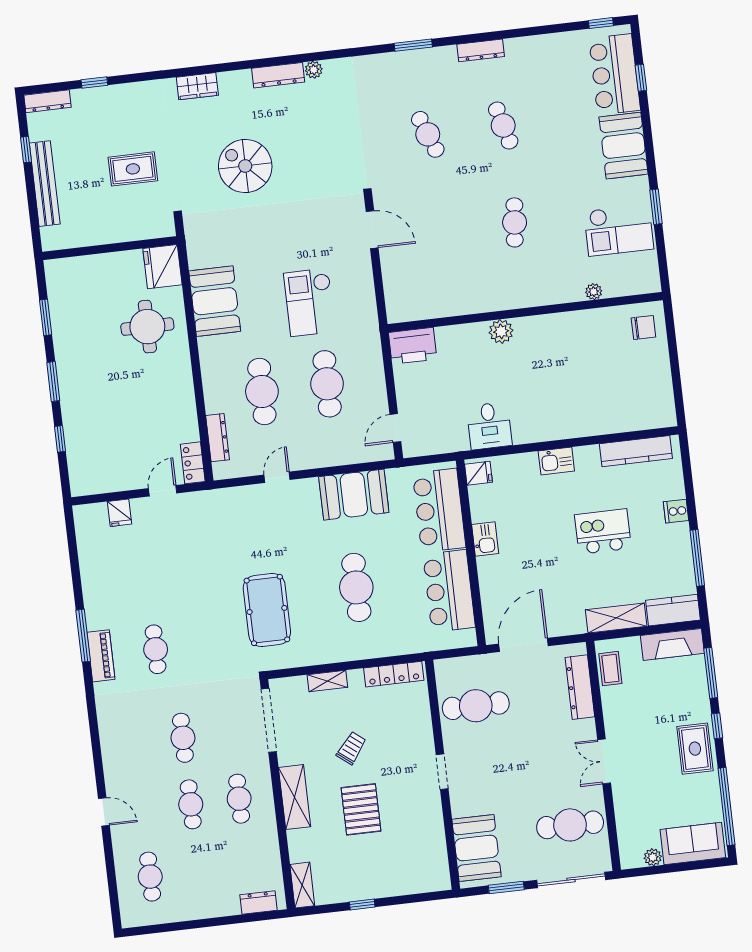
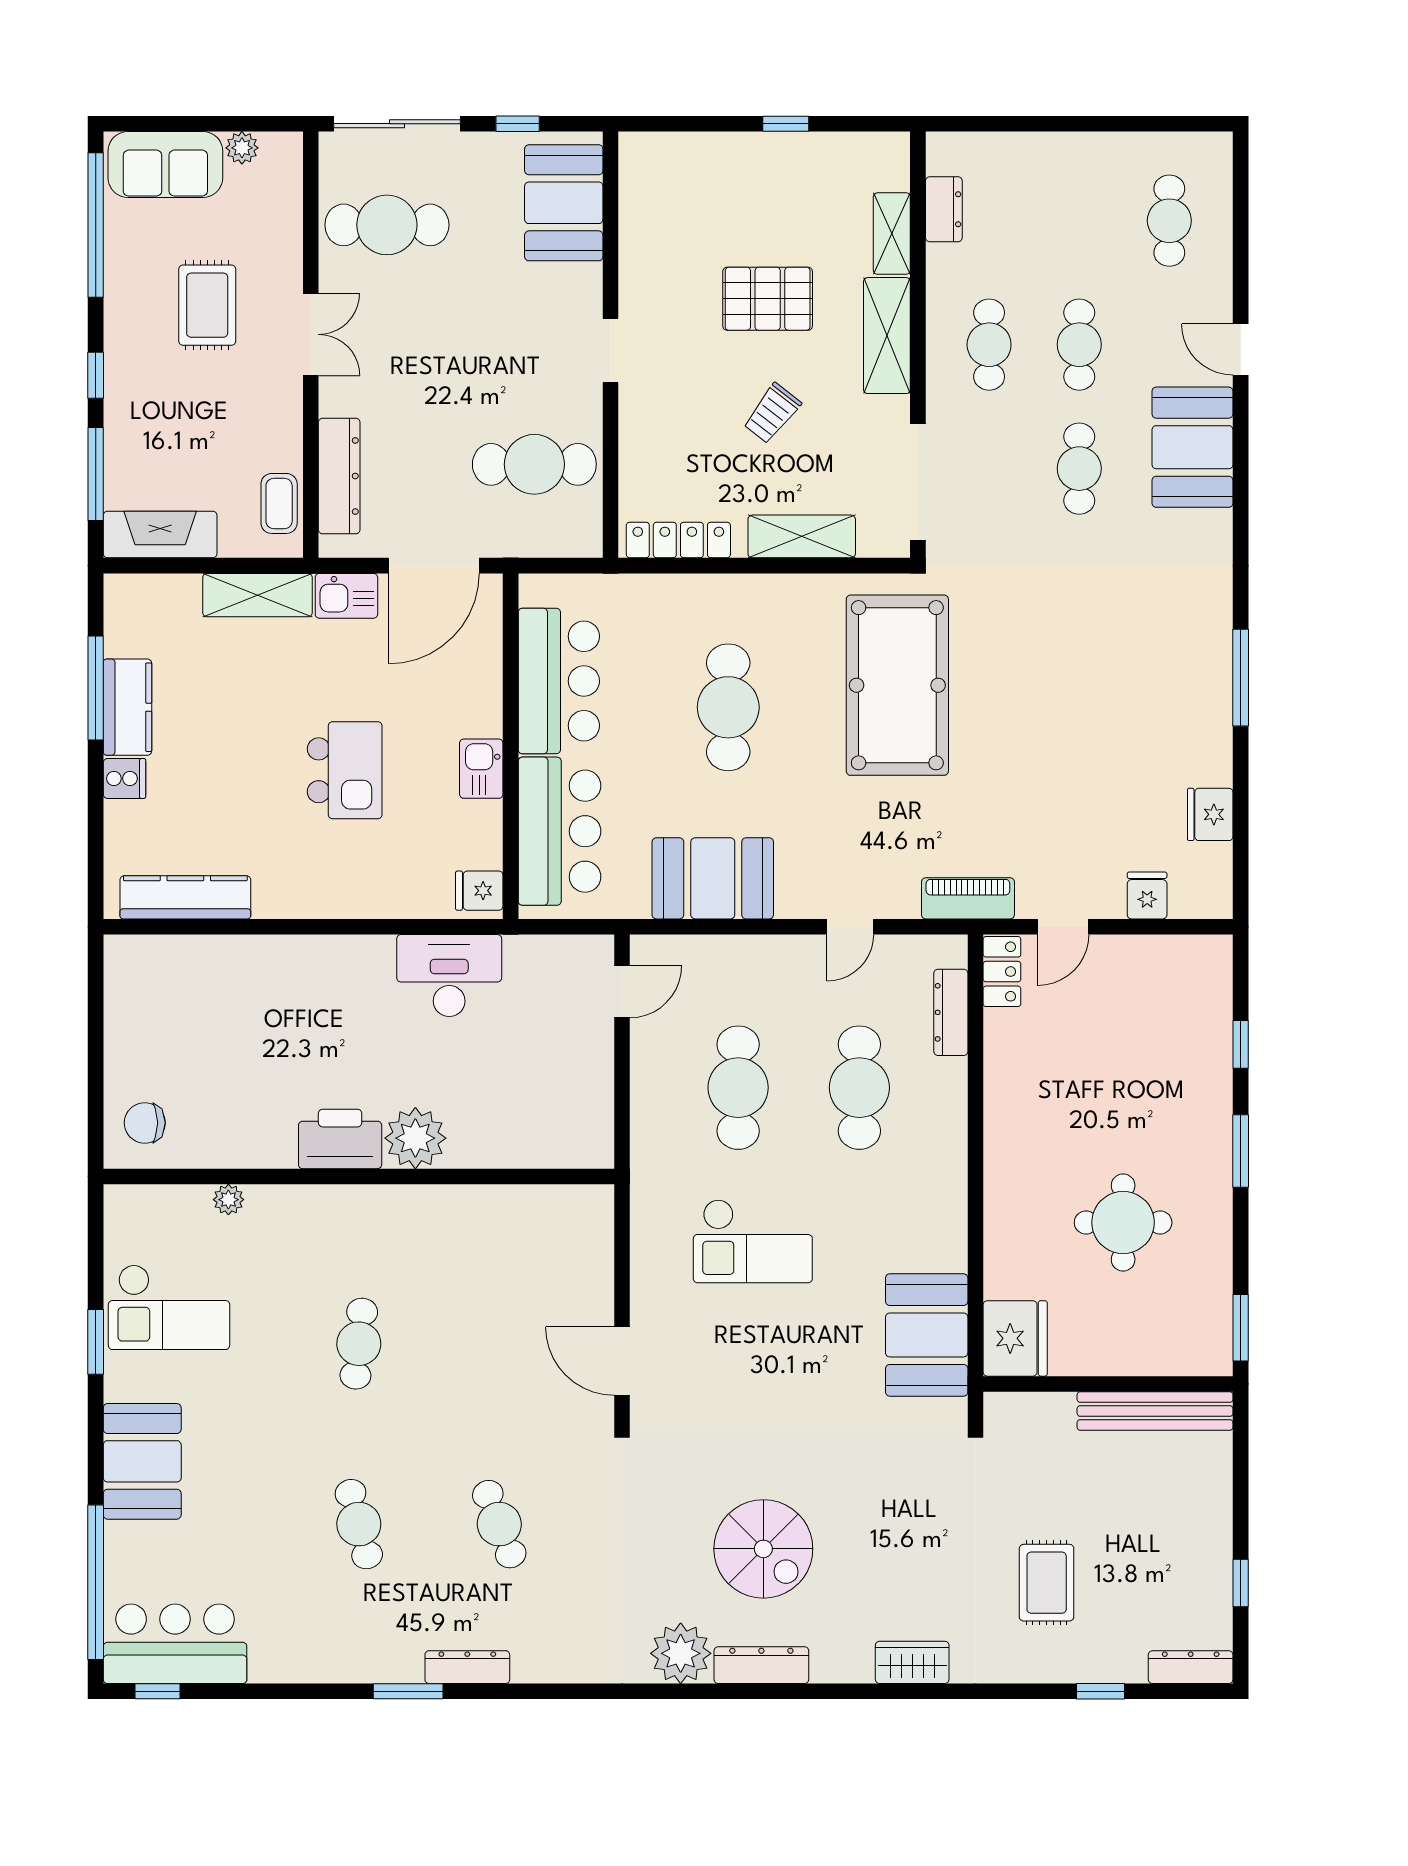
window: (413, 45) -> (408, 1691), moved
dresser: (481, 50) -> (467, 1667), moved
plant: (314, 70) -> (681, 1653), width x1.87, depth x1.87
bar counter: (615, 74) -> (175, 1644), moved, turned -90
window: (641, 78) -> (96, 1582), width x3.17
spiral stairs: (245, 166) -> (763, 1549), moved
rug: (133, 169) -> (1047, 1583), moved, turned 90
bench: (45, 184) -> (1155, 1411), moved, turned 90
checkout: (619, 230) -> (169, 1307), turned 180
booth: (215, 301) -> (927, 1335), moved
checkout: (309, 302) -> (753, 1241), turned 90
window: (46, 317) -> (1241, 1328), moved
round table: (147, 327) -> (1123, 1223), moved
plant: (501, 331) -> (415, 1138), width x1.36, depth x1.36
printer: (413, 346) -> (340, 1139), moved
desk: (489, 426) -> (449, 976), width x1.37
kitchen sink: (556, 461) -> (346, 596), moved, turned 180
kitchen island: (603, 532) -> (345, 770), moved, turned -90
fridge: (91, 560) -> (1210, 814), added
pool table: (267, 610) -> (897, 685), width x1.36, depth x1.32
kitchen counter: (673, 610) -> (127, 707), moved, turned -90
cafe table: (156, 649) -> (1110, 637), removed
piano: (101, 656) -> (968, 898), moved, turned 90
shelving: (327, 681) -> (802, 536), width x1.50, depth x1.33
rug: (695, 749) -> (207, 305), moved
booth: (123, 756) -> (1192, 447), added
pallet: (361, 809) -> (768, 299), turned 90
shelving: (302, 885) -> (892, 234), moved
window: (506, 888) -> (518, 124), width x0.67
dresser: (259, 902) -> (944, 209), moved, turned -90

